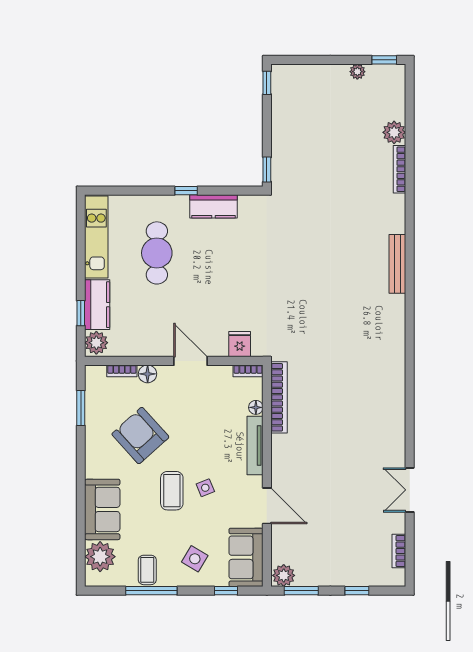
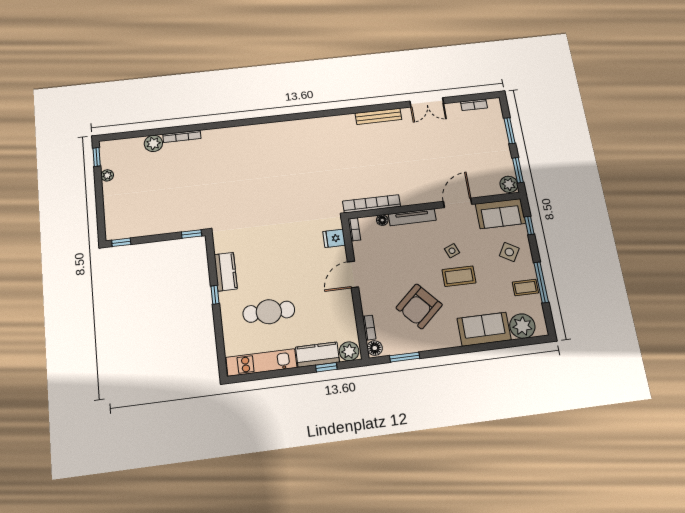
bench: (397, 264) -> (378, 116), moved
floor lamp: (148, 374) -> (375, 348), moved
window: (357, 591) -> (510, 131), width x1.50

